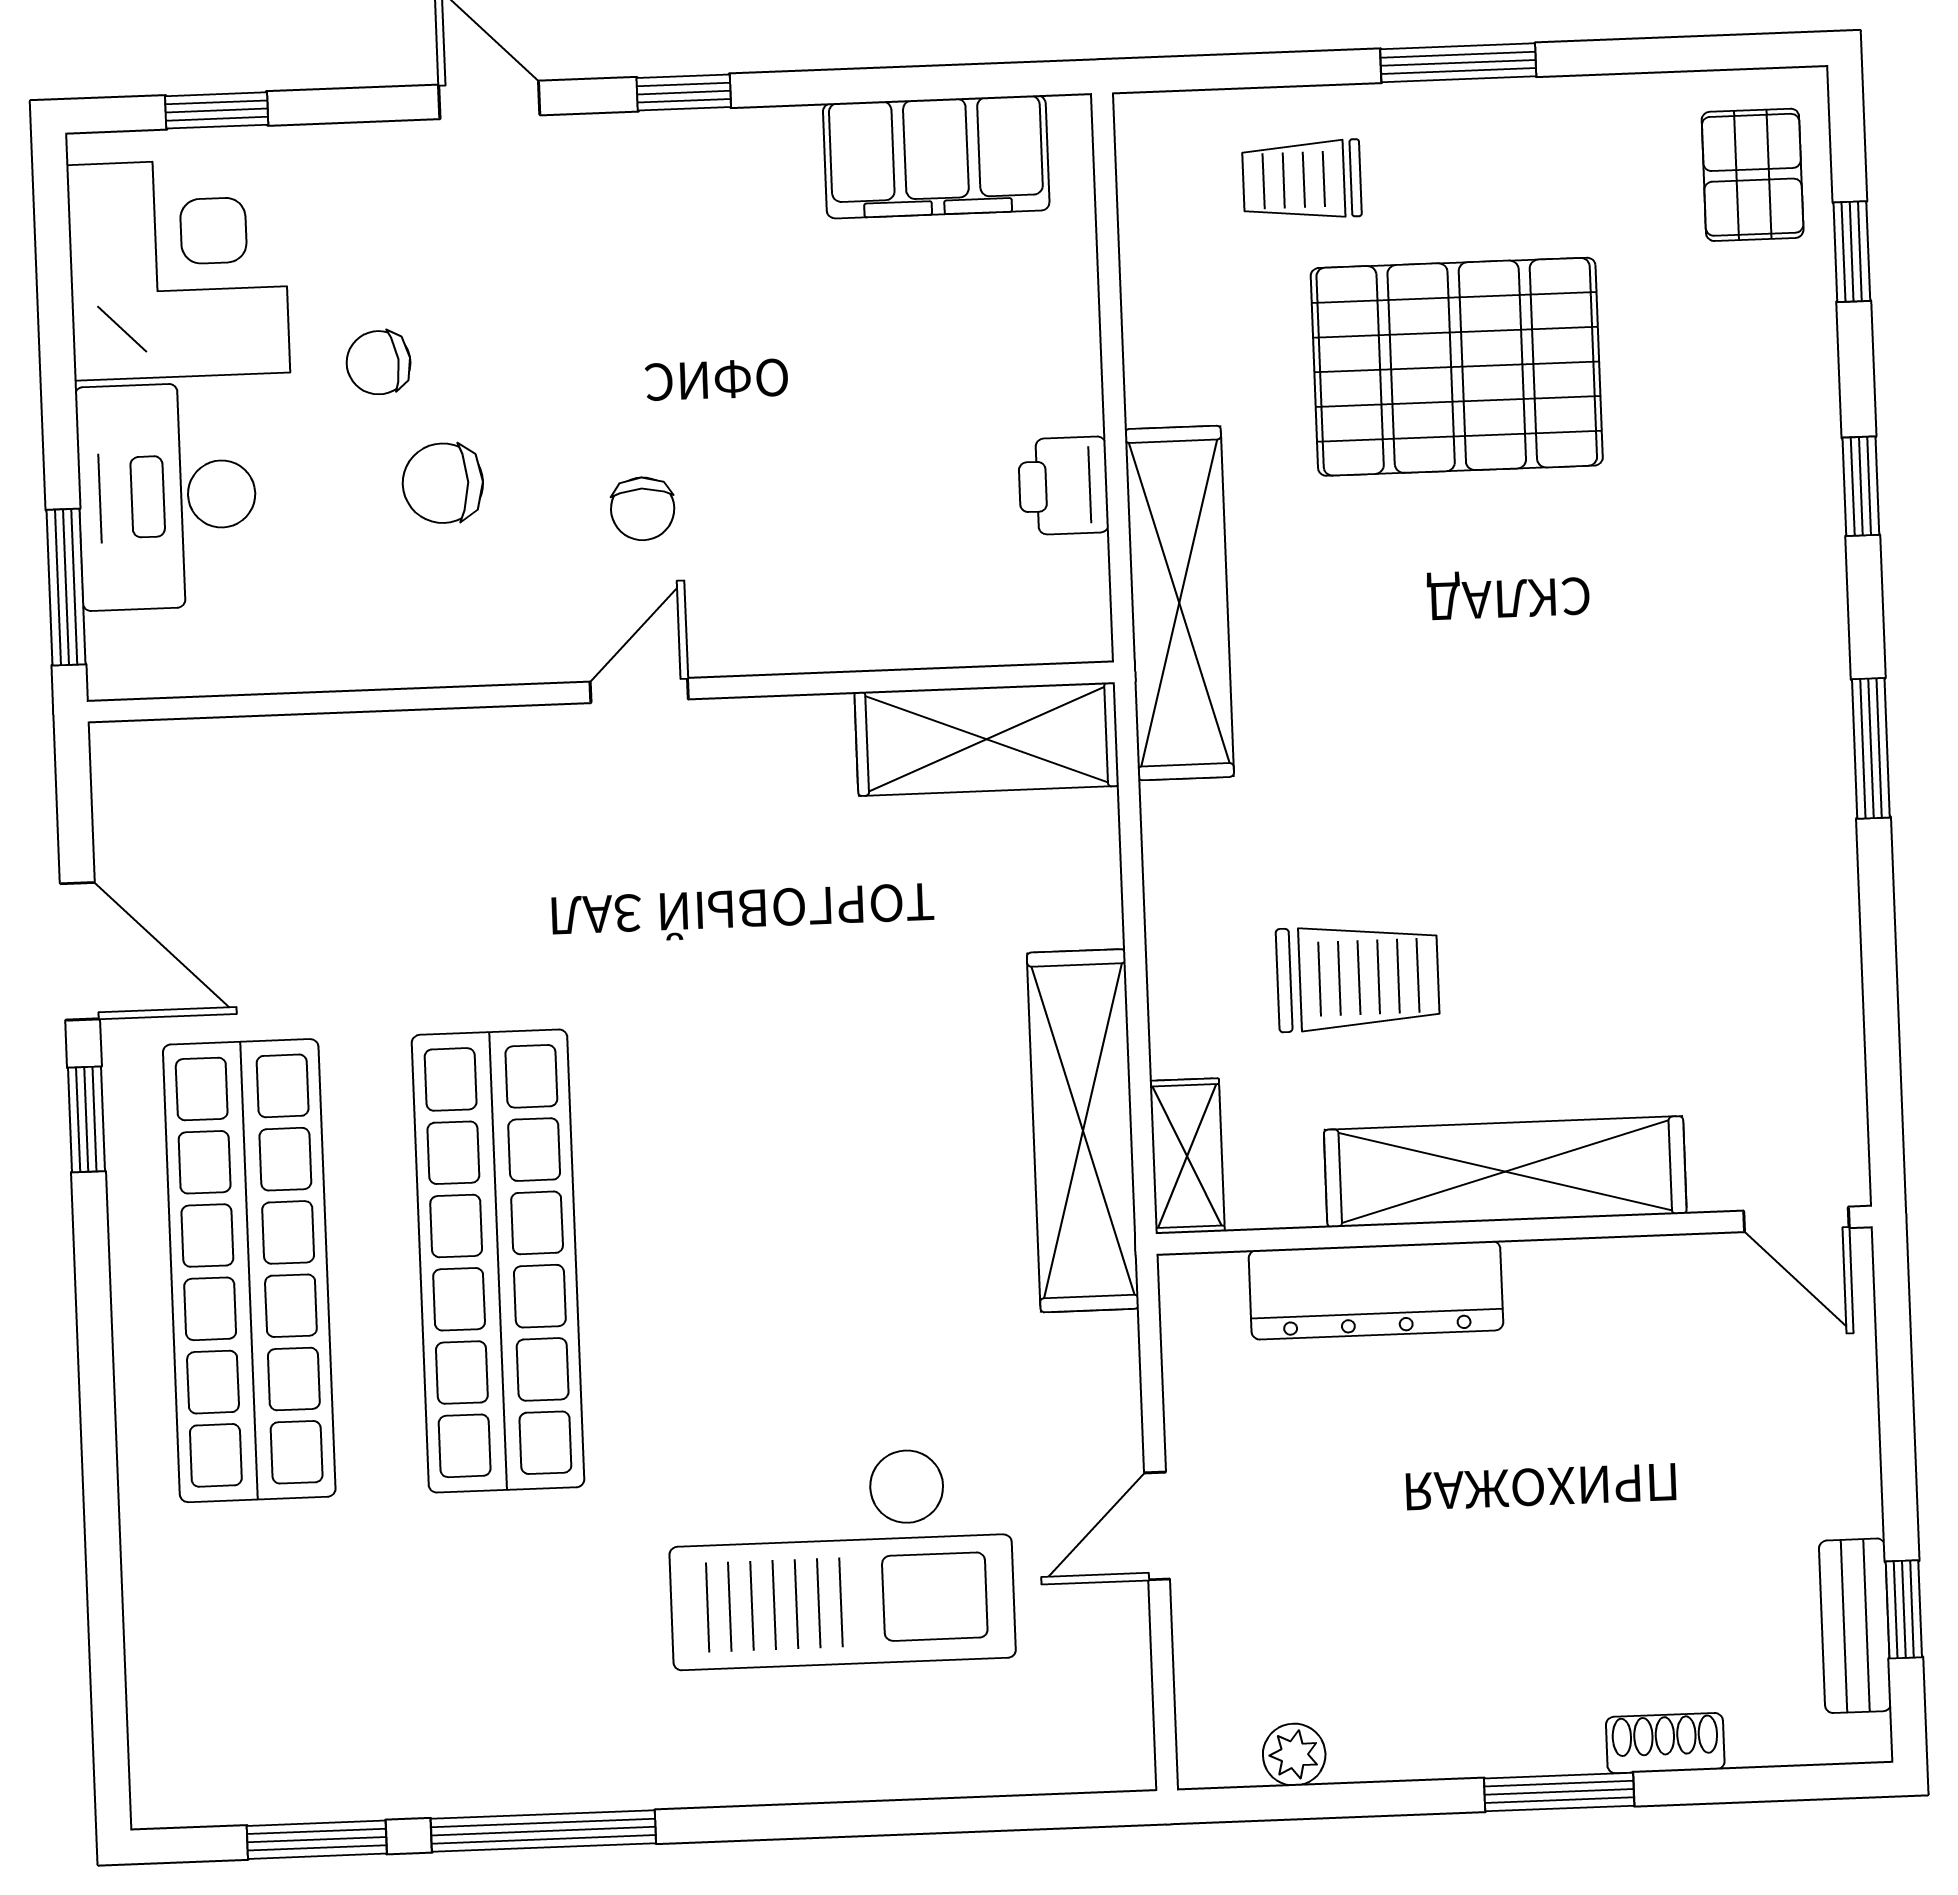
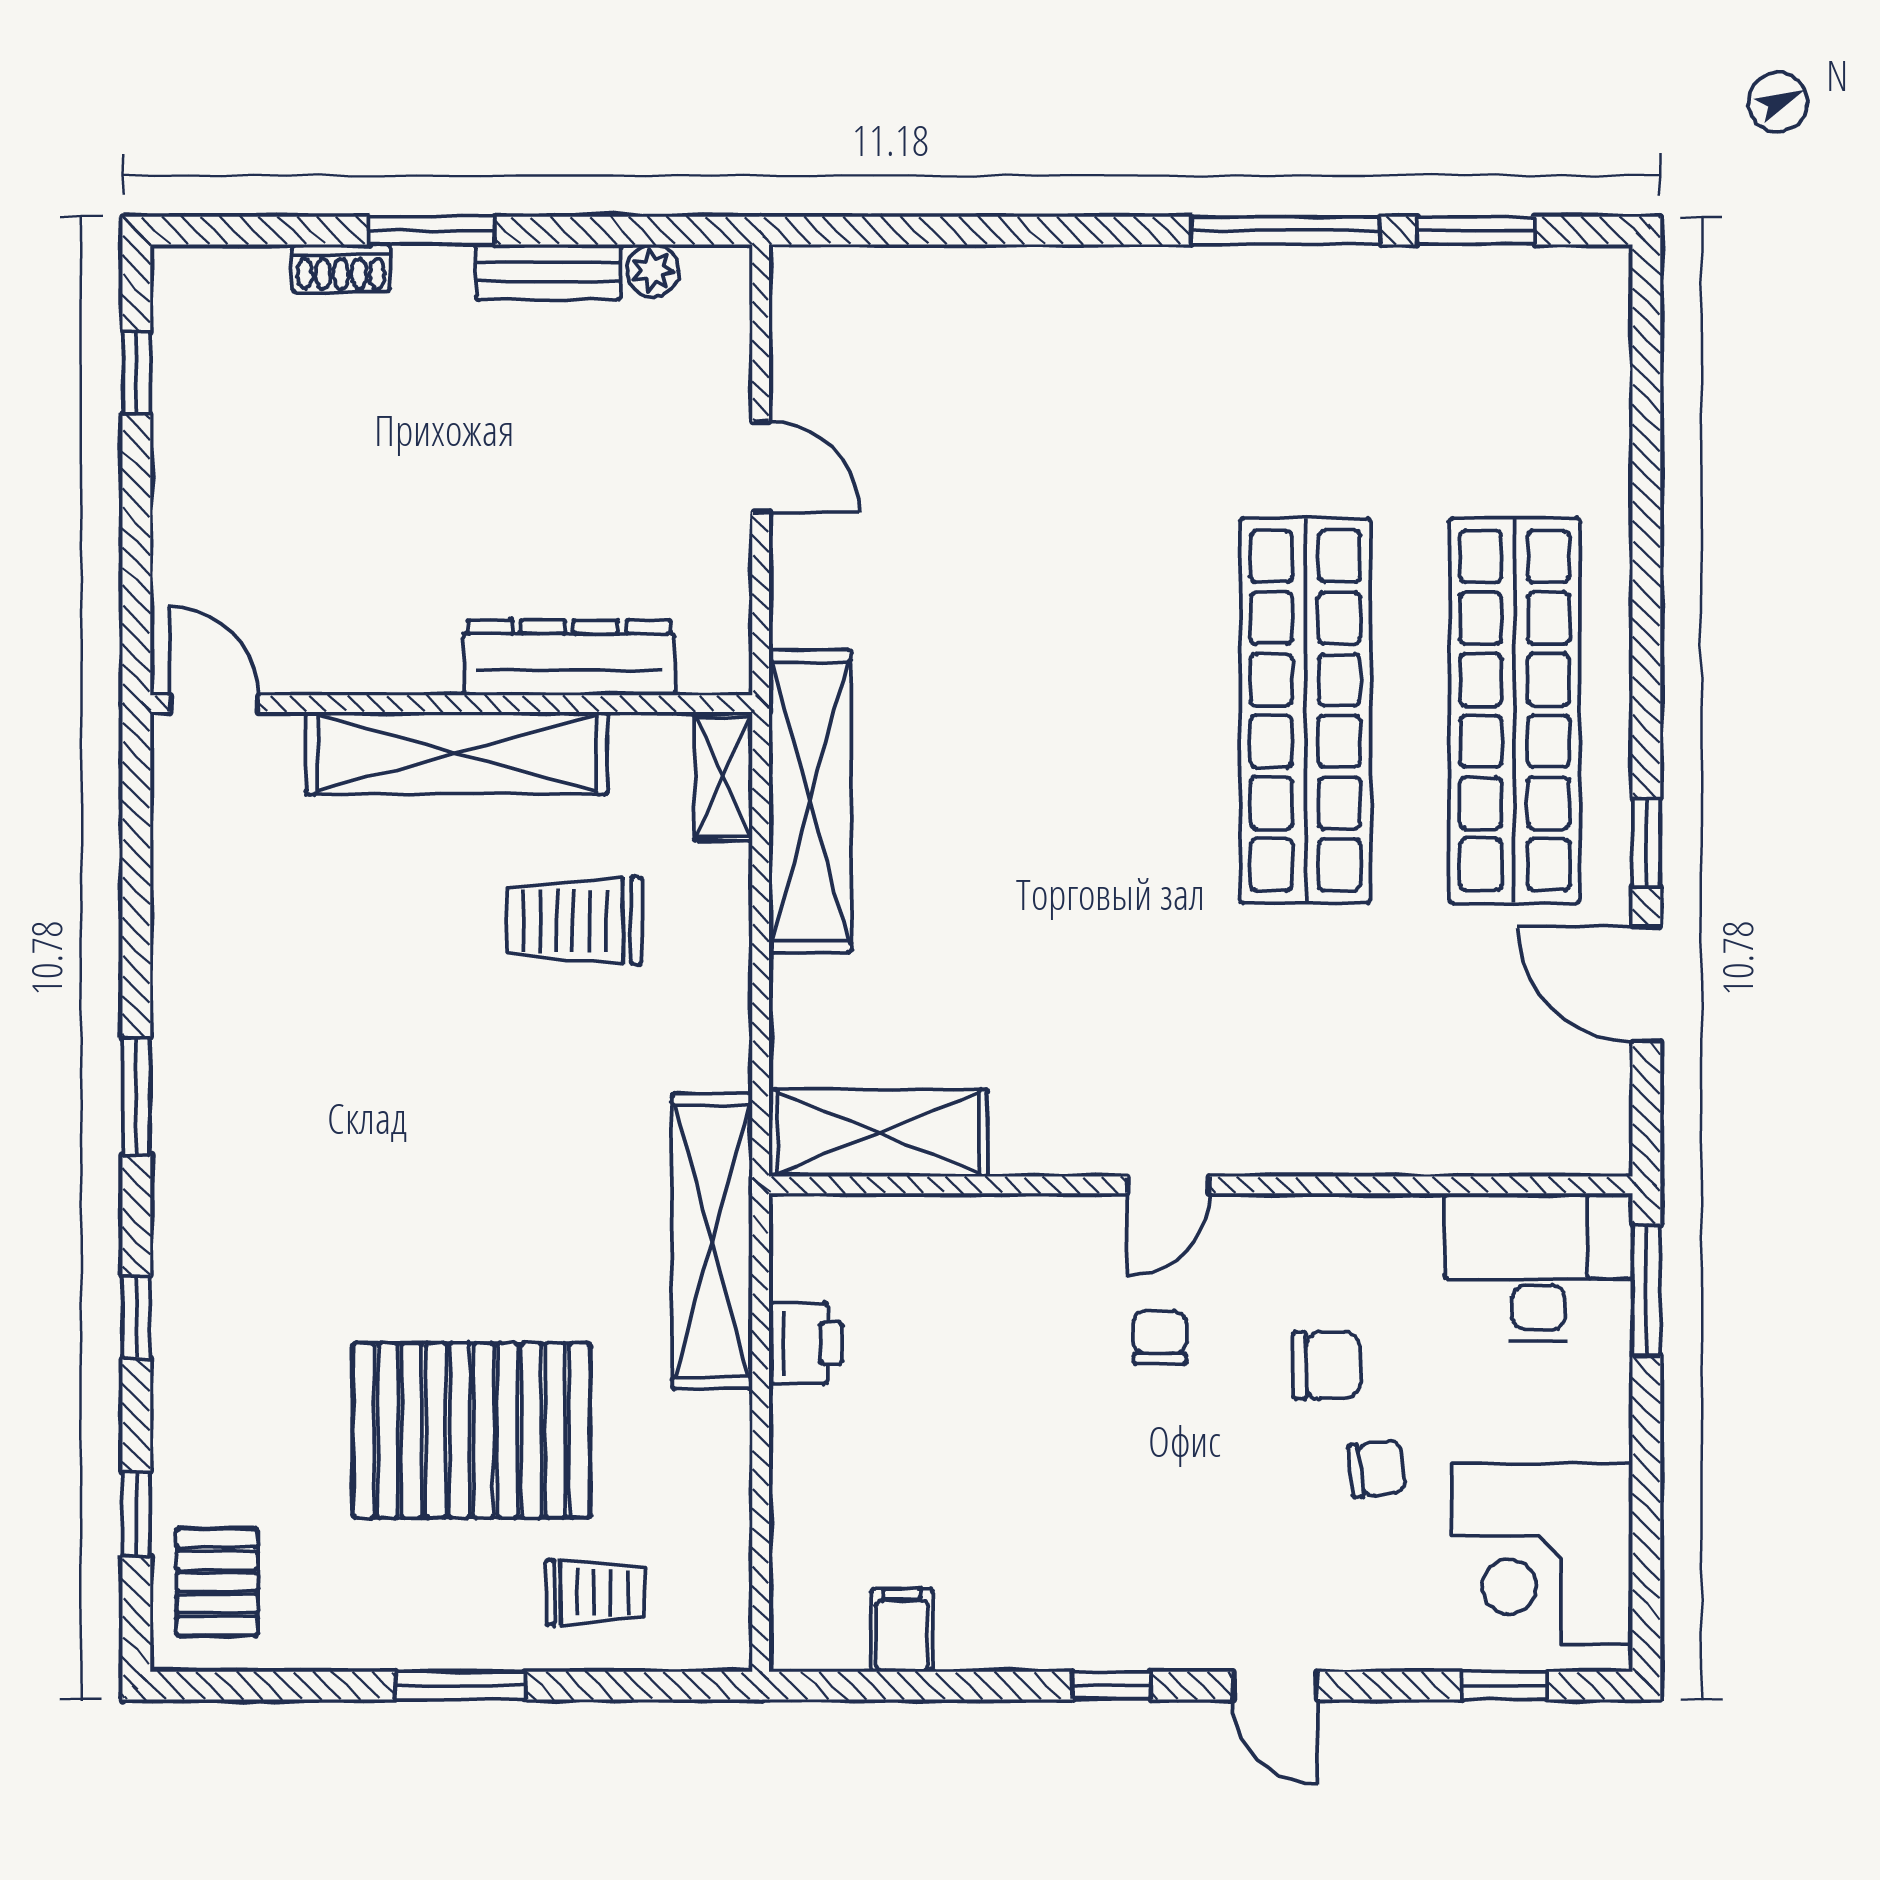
filing cabinet: (936, 157) -> (902, 1630), width x0.33, depth x0.86
desk: (167, 496) -> (1538, 1267), moved, turned -90
door: (1157, 1526) -> (761, 467), hinge flipped
checkout: (841, 1558) -> (1027, 451), removed
bench: (1855, 1626) -> (549, 272), moved, turned 90

